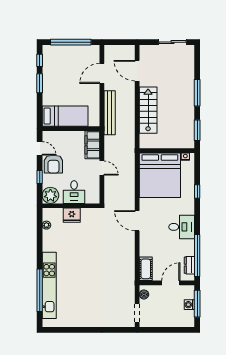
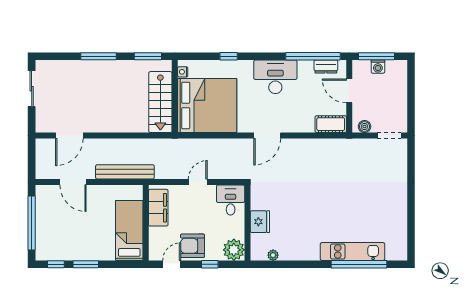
stairs: (148, 110) -> (160, 102), moved, turned -90
filing cabinet: (92, 145) -> (158, 208), moved, turned -90
armchair: (53, 164) -> (193, 246), turned 180
desk: (74, 192) -> (231, 200), moved, turned -90
desk: (182, 227) -> (275, 77), width x1.37
kitchen unit: (49, 285) -> (353, 251), width x0.73

